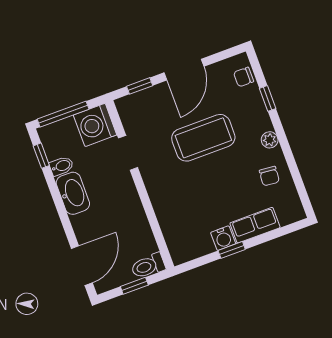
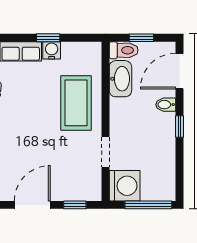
coffee table: (203, 138) -> (76, 103), moved, turned 90
window: (41, 156) -> (180, 127), moved
bidet: (61, 166) -> (166, 105), moved
washbasin: (73, 193) -> (120, 79), moved, turned 180

